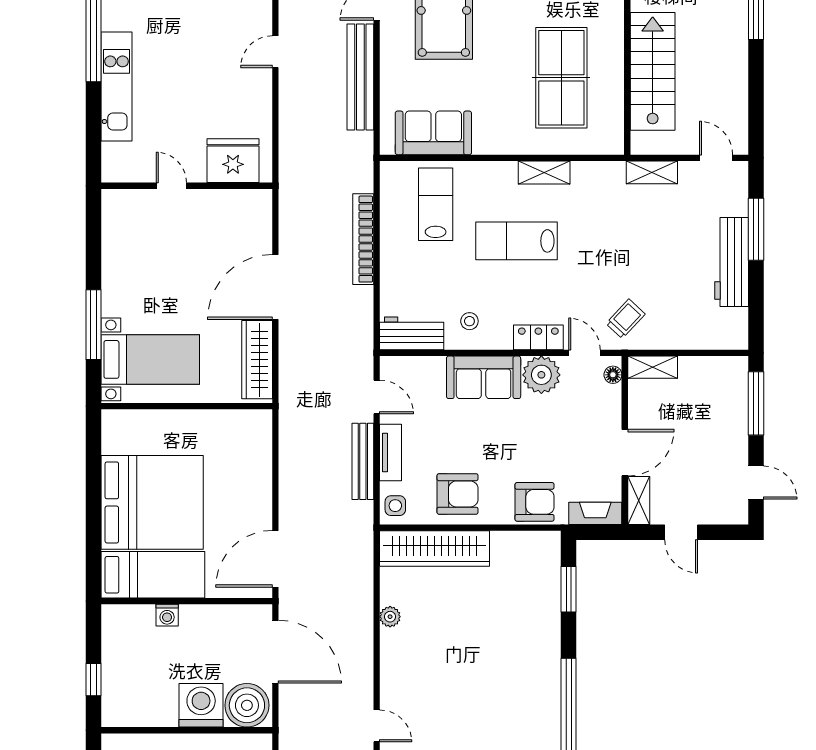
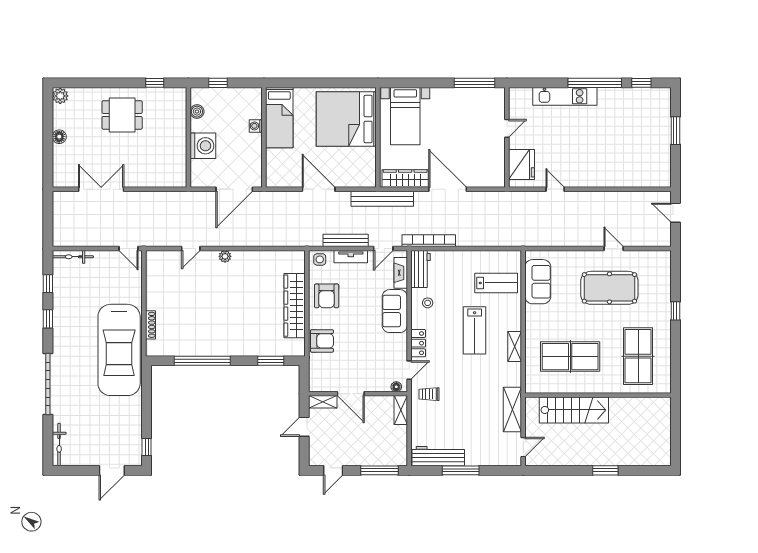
door: (275, 52) -> (555, 189), moved
bench: (360, 77) -> (382, 199), moved
shelving: (652, 172) -> (512, 410), width x1.50, depth x1.33
window: (756, 229) -> (461, 470), moved
bookcase: (363, 239) -> (429, 241), moved
lab bench: (516, 241) -> (475, 330), turned 180
workbench: (732, 262) -> (438, 456), moved
trolley: (626, 319) -> (429, 394), turned 137
window: (93, 325) -> (474, 83), moved
plant: (541, 375) -> (396, 345), removed
bed: (152, 502) -> (346, 119), moved, turned 90
armchair: (535, 502) -> (322, 341), turned -90
fireplace: (595, 513) -> (401, 273), moved, turned 180
wardrobe: (435, 548) -> (295, 306), moved
door: (275, 559) -> (319, 189), moved
plant: (390, 617) -> (225, 256), moved
boiler: (247, 705) -> (197, 112), moved, width x0.54, depth x0.54

